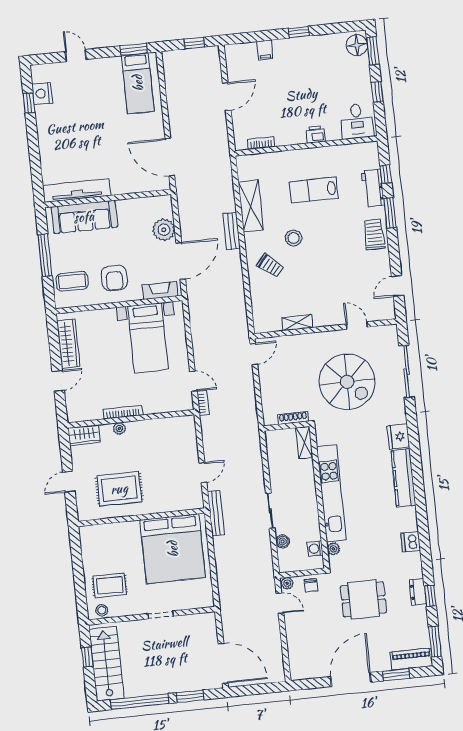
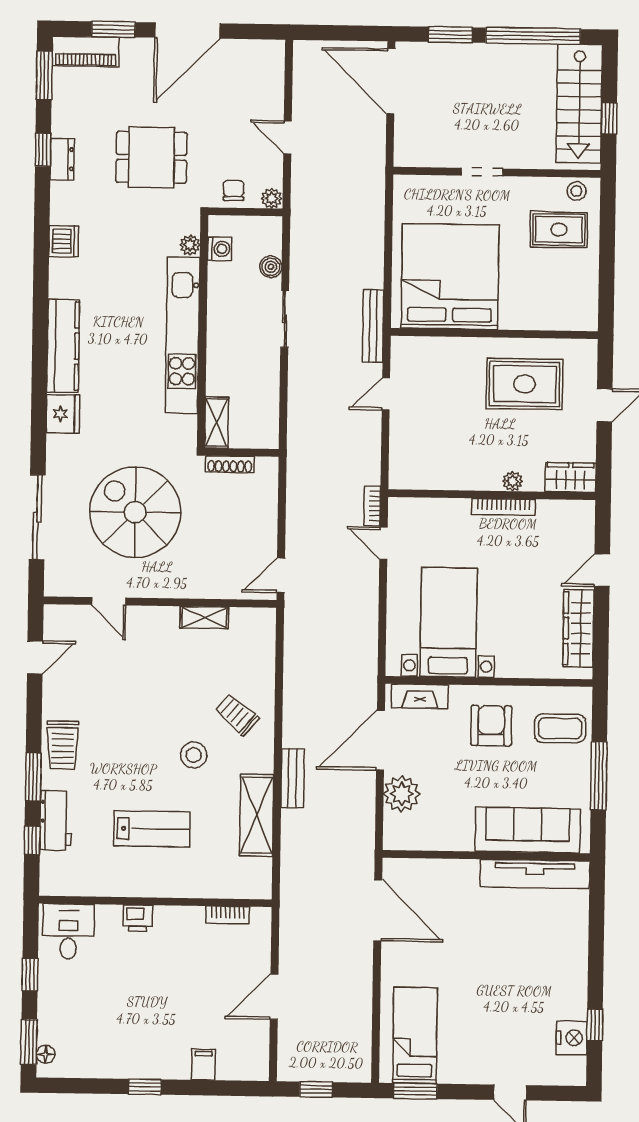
floor lamp: (357, 45) -> (46, 1054), width x0.53, depth x0.53
door: (280, 603) -> (288, 137), moved

